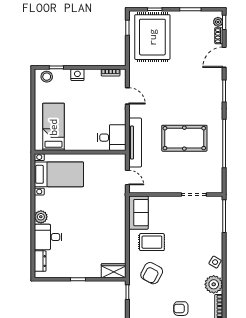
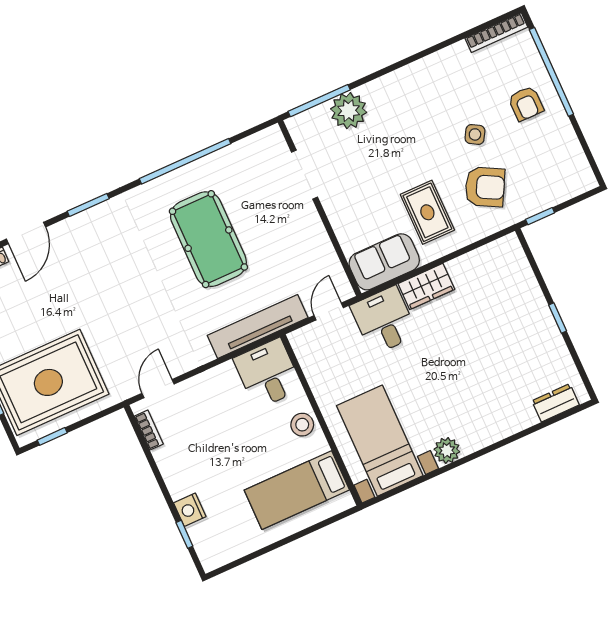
door: (224, 57) -> (26, 233), hinge flipped
nightstand: (77, 75) -> (190, 510), moved
stool: (47, 77) -> (302, 425), moved
door: (127, 96) -> (158, 389), moved
plant: (41, 217) -> (447, 450), moved
desk: (48, 237) -> (384, 320), moved, turned 180
side table: (215, 262) -> (475, 134), moved
wardrobe: (114, 271) -> (426, 286), moved, turned -90
plant: (214, 284) -> (349, 111), moved

